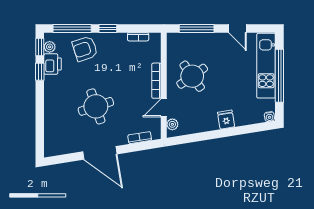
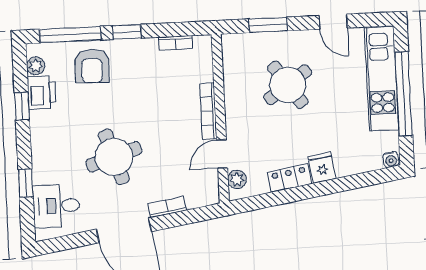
window: (197, 28) -> (268, 25), width x0.69
window: (40, 47) -> (26, 183), moved
armchair: (85, 49) -> (92, 66), turned -70
round table: (192, 76) -> (288, 85), moved
locker: (205, 125) -> (289, 178), added
desk: (58, 135) -> (56, 206), added
bookcase: (140, 138) -> (167, 207), moved

